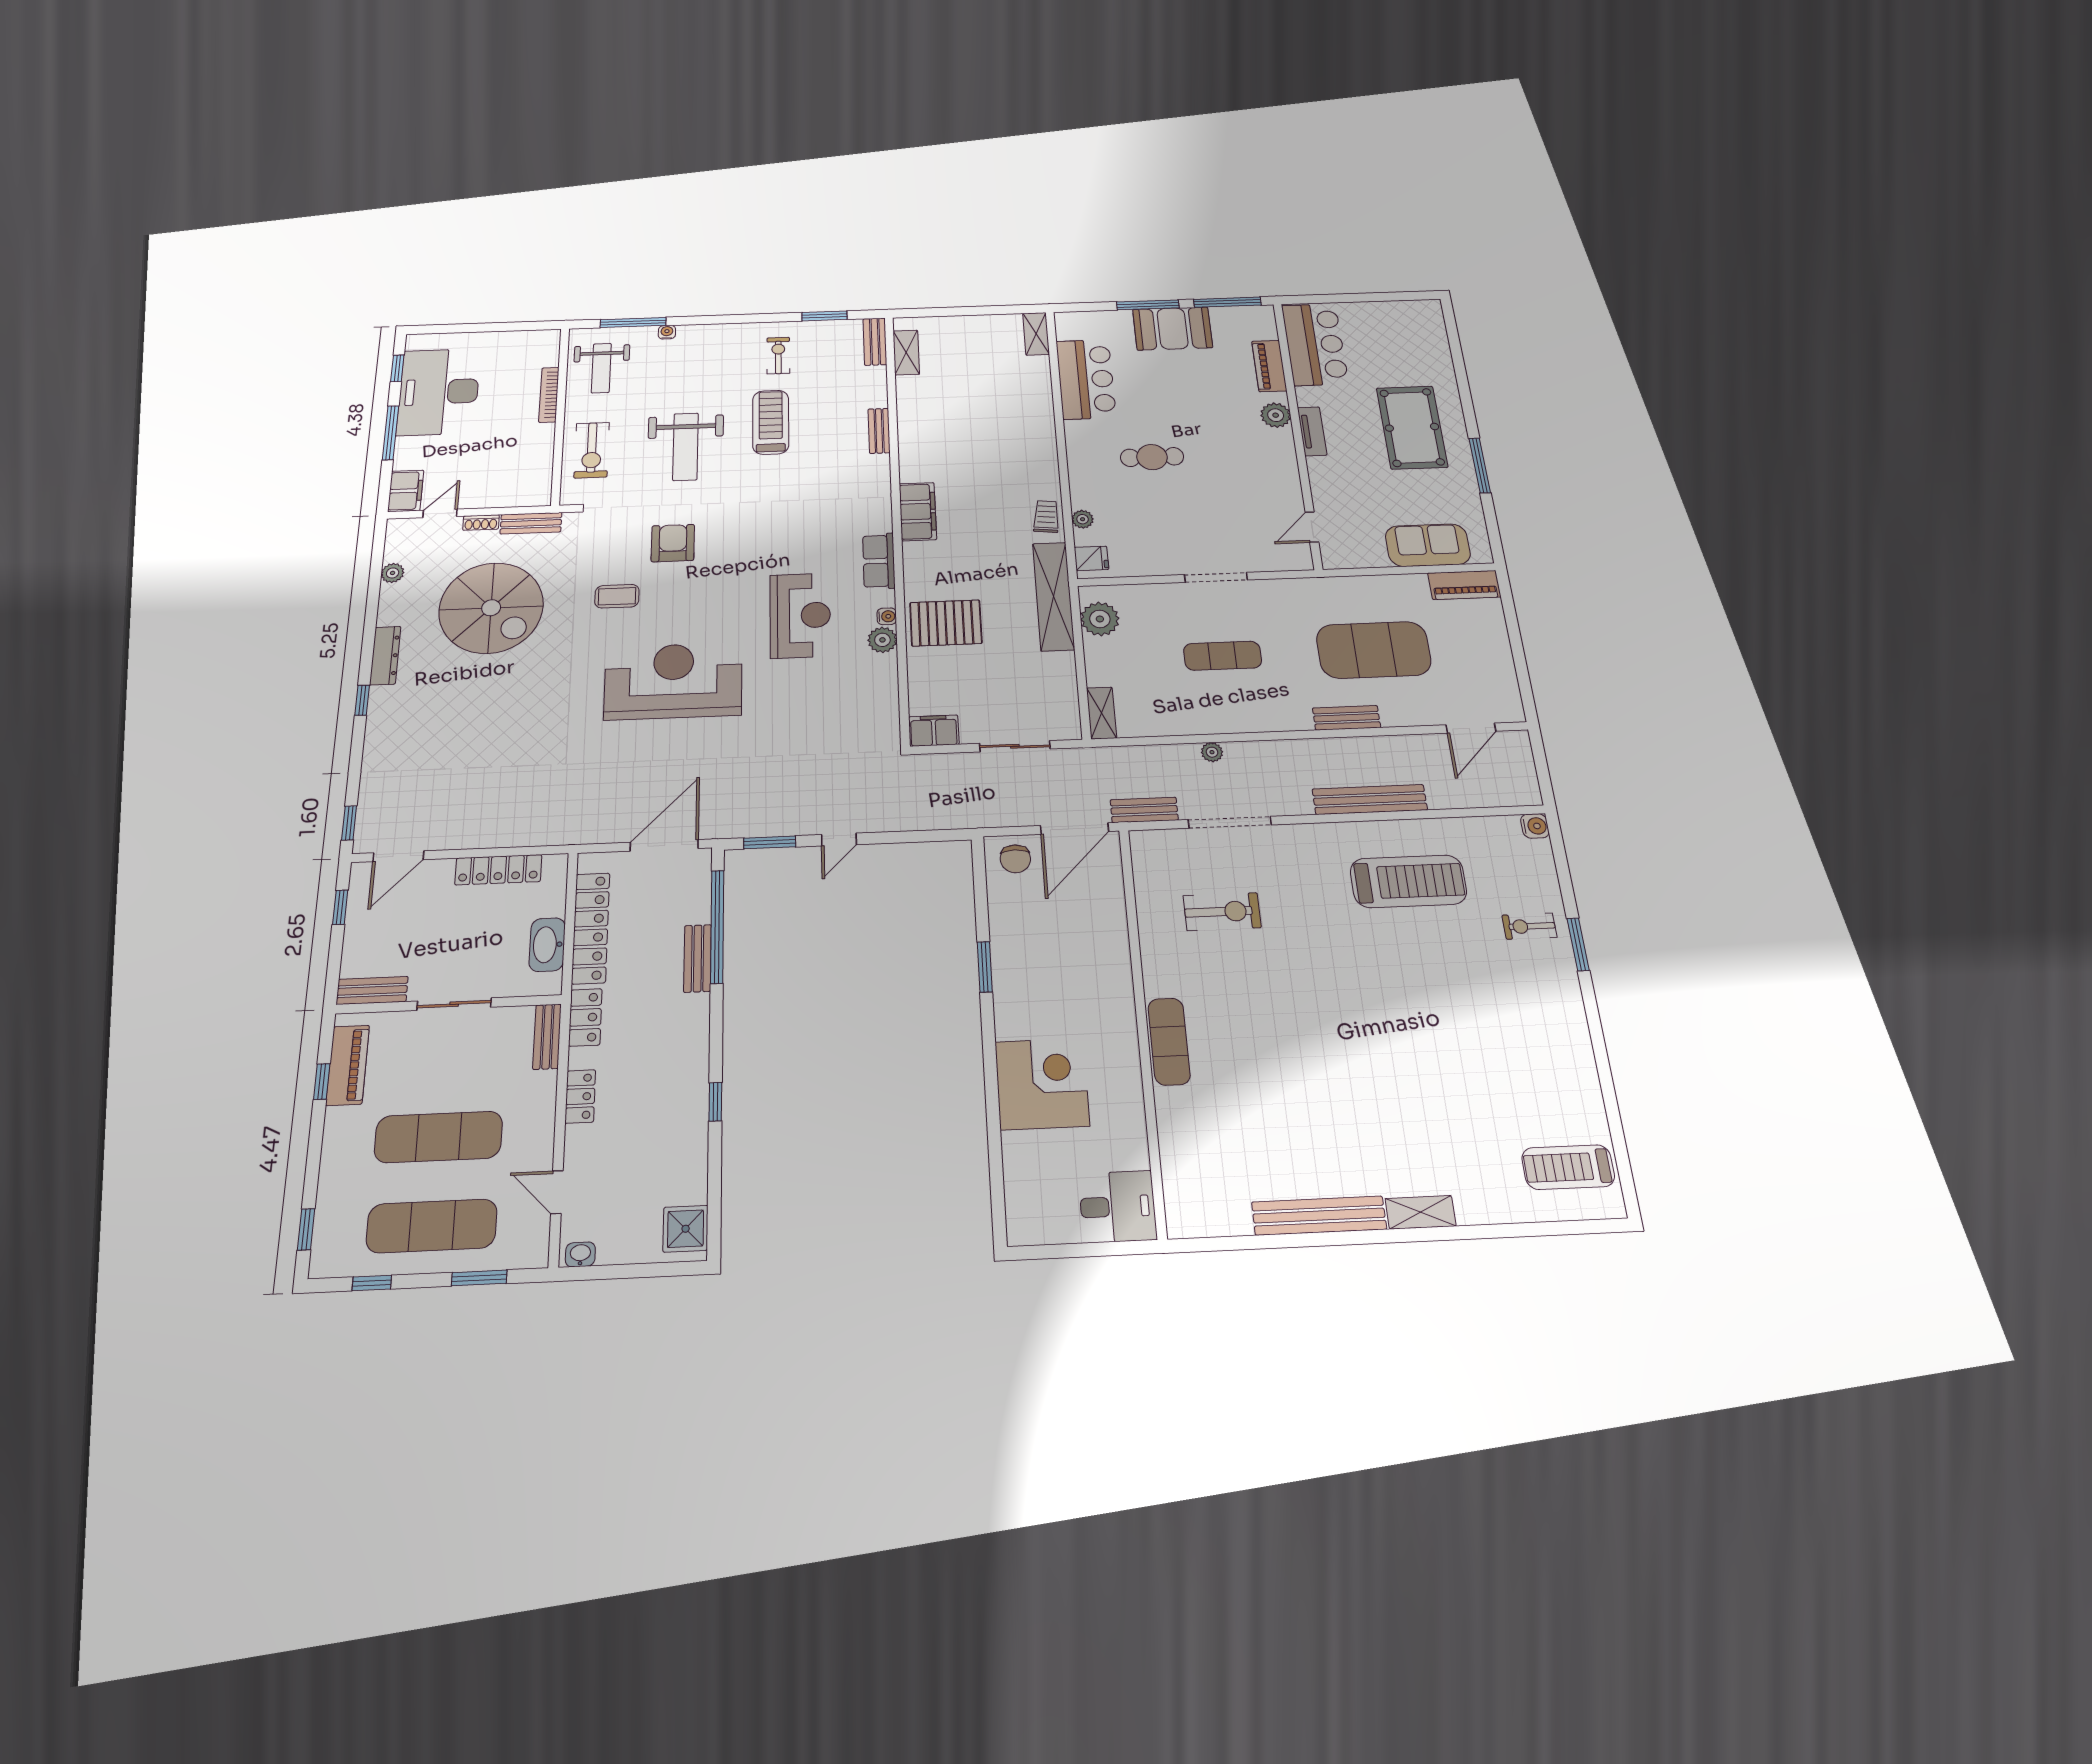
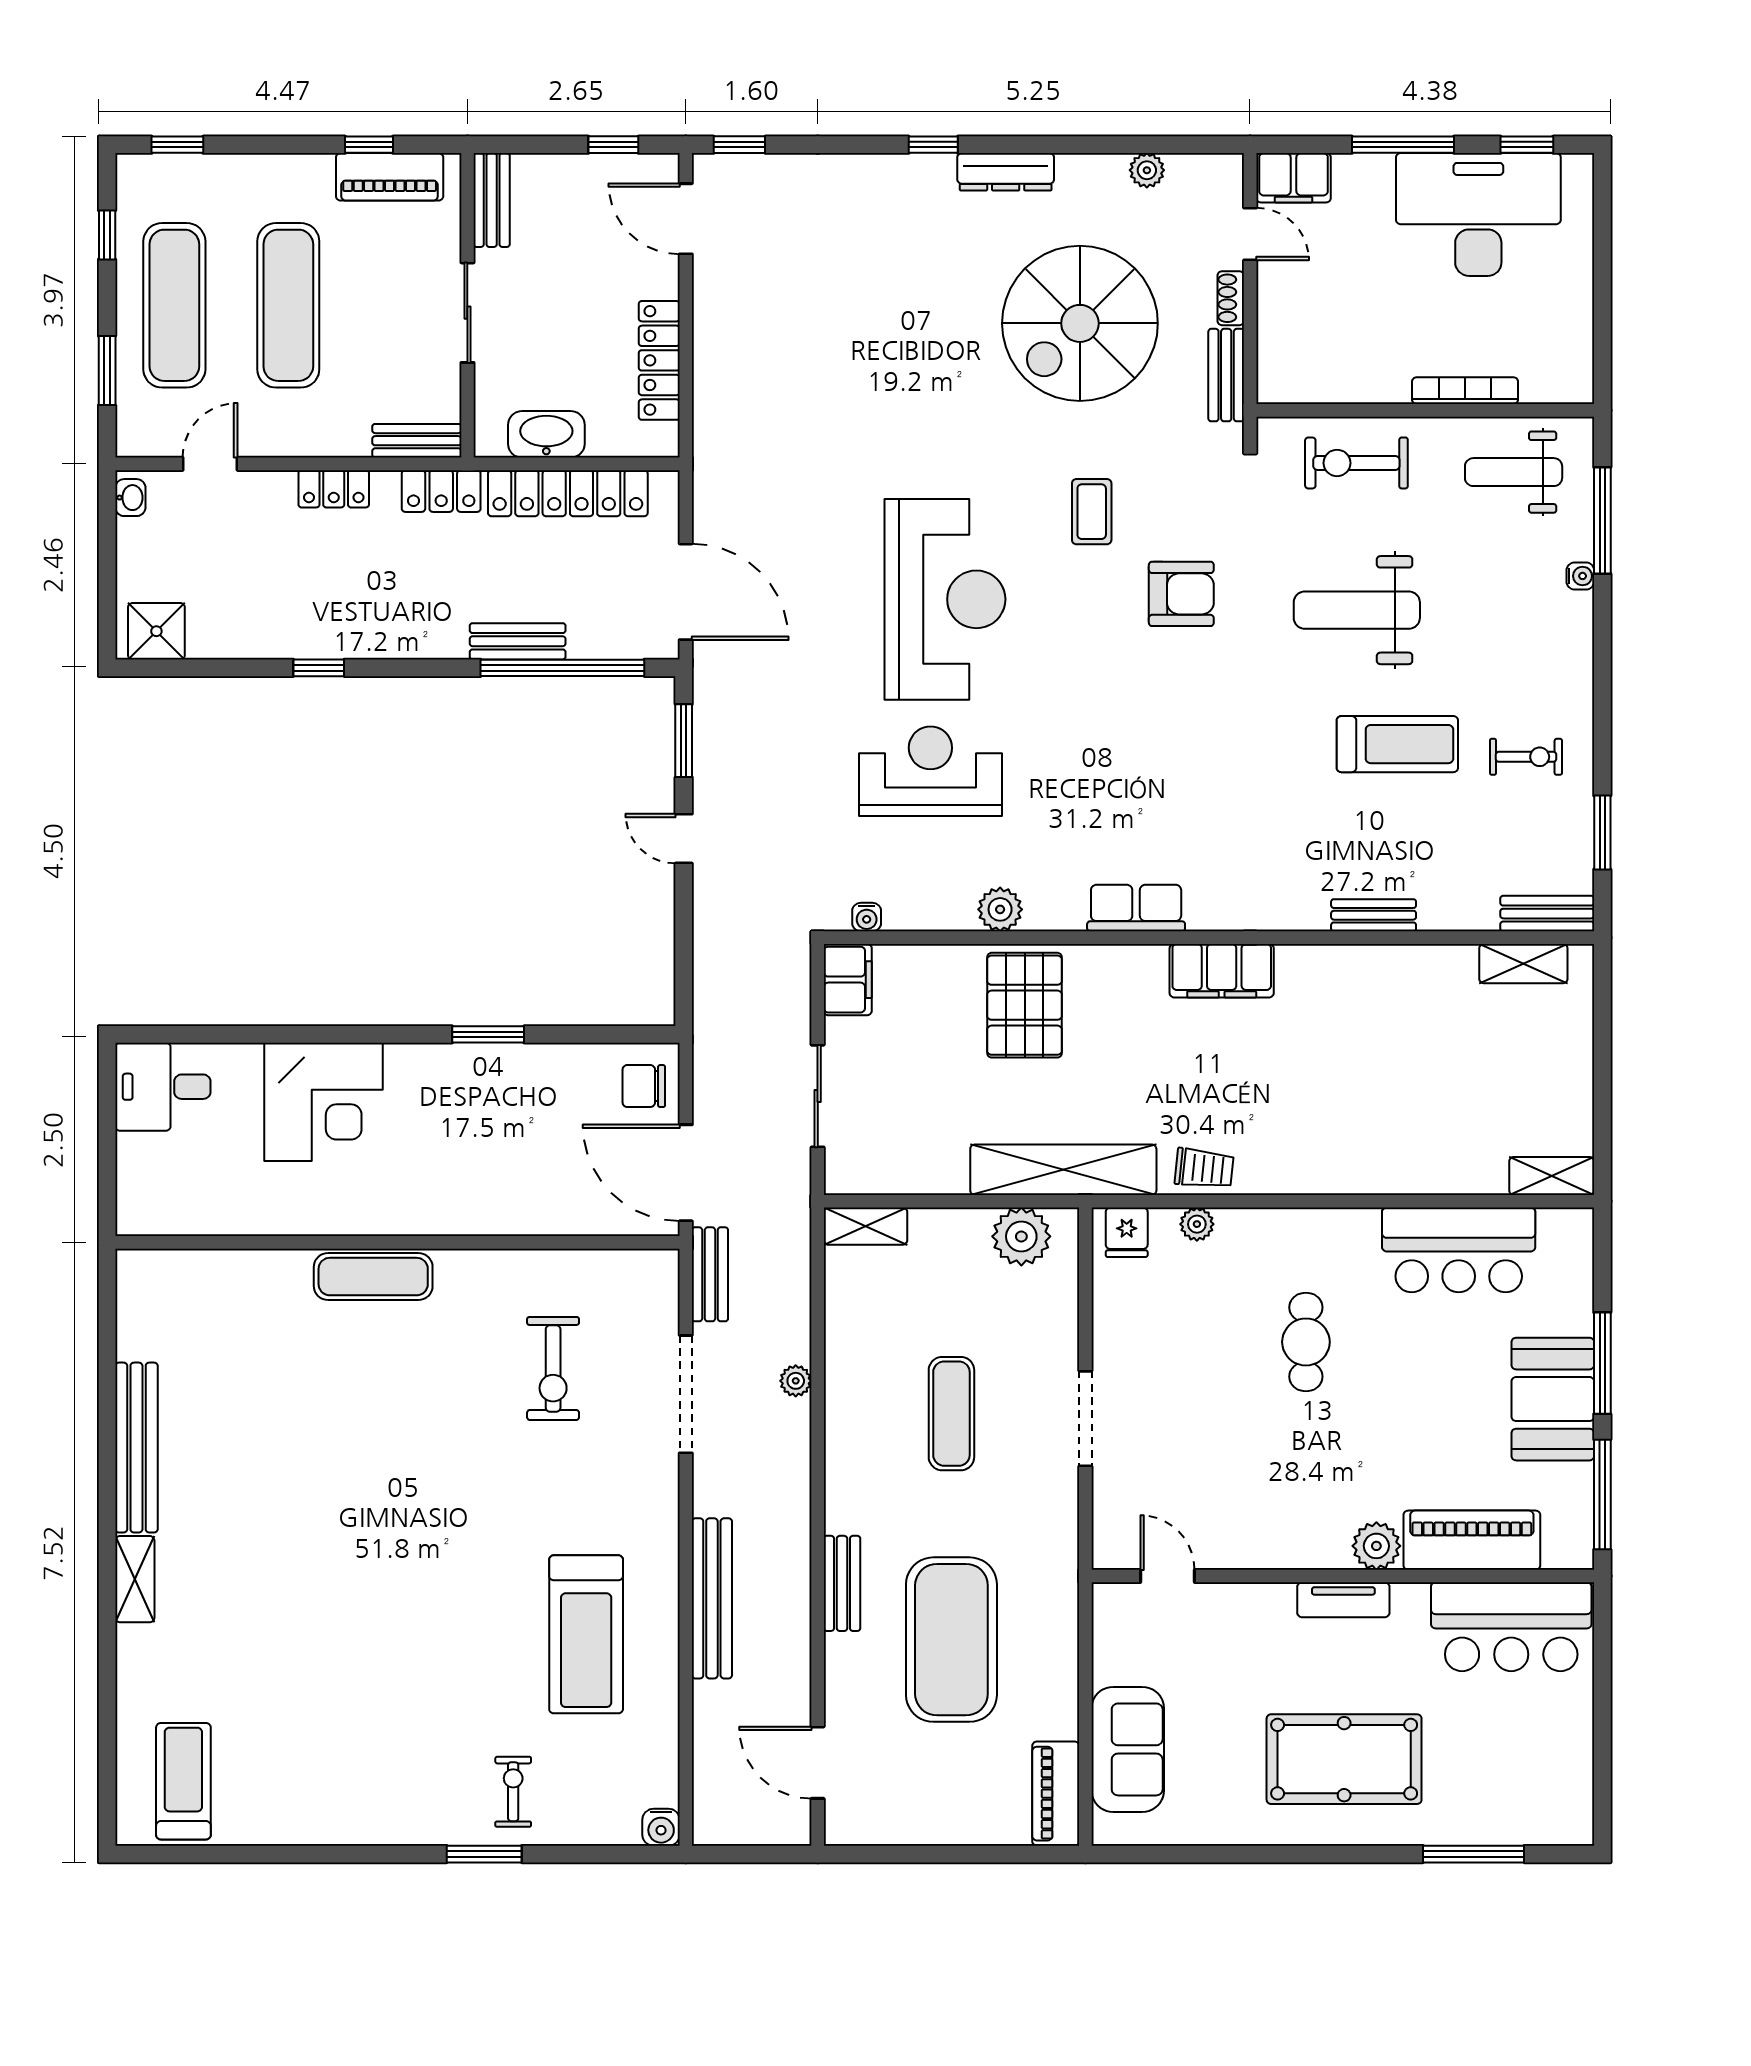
piano: (1269, 366) -> (1472, 1540), width x1.37, depth x1.33
window: (1480, 465) -> (1474, 1854), moved
reception desk: (800, 615) -> (930, 771), moved, turned 180
water cooler: (887, 616) -> (867, 917), moved
desk: (1118, 1207) -> (163, 1087), moved, turned 90

